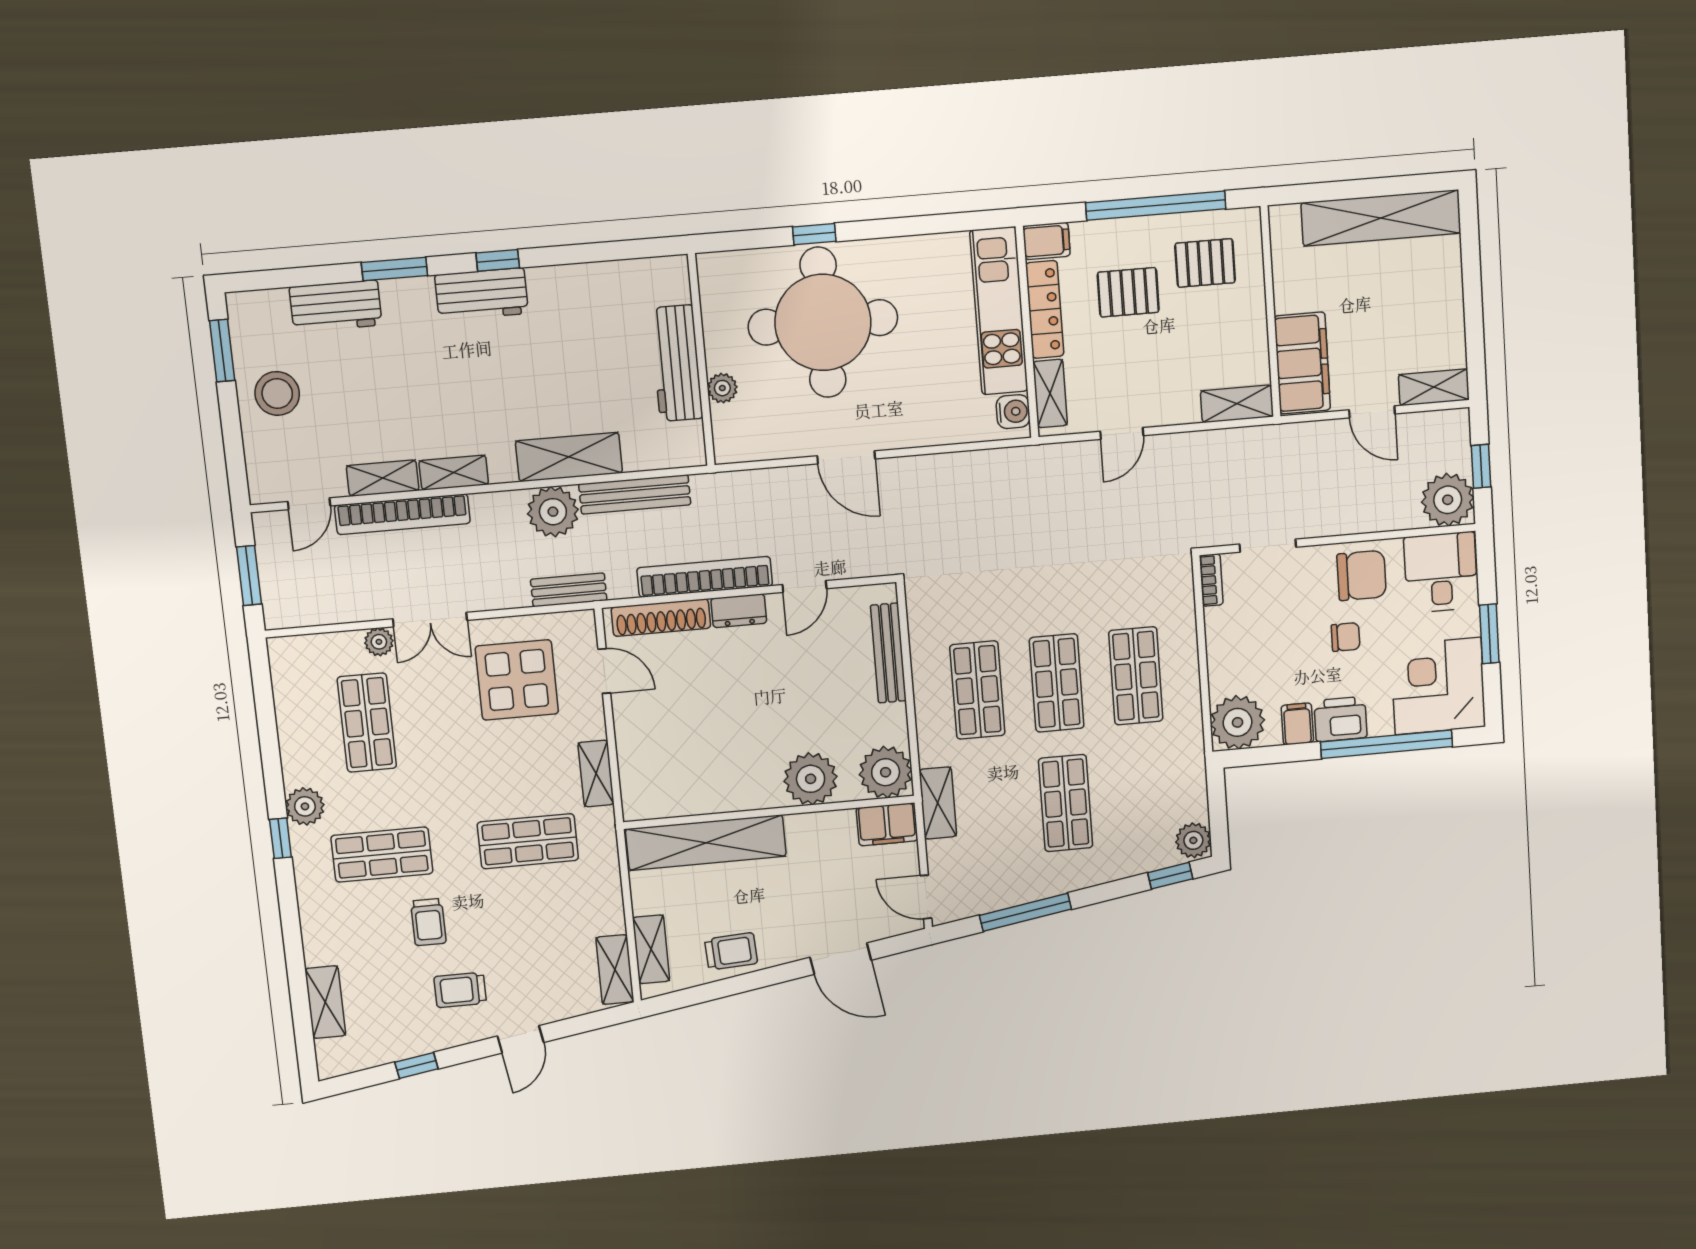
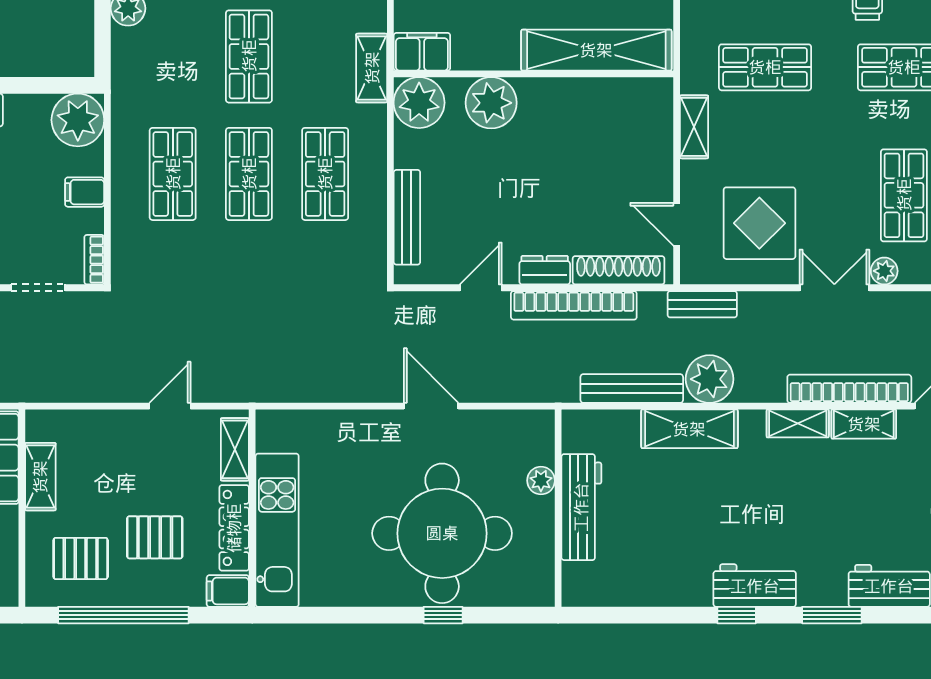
shelving: (1237, 404) -> (40, 477), moved, turned 90
water cooler: (1013, 412) -> (271, 435), removed
filing cabinet: (1297, 724) -> (85, 192), moved, turned 90

